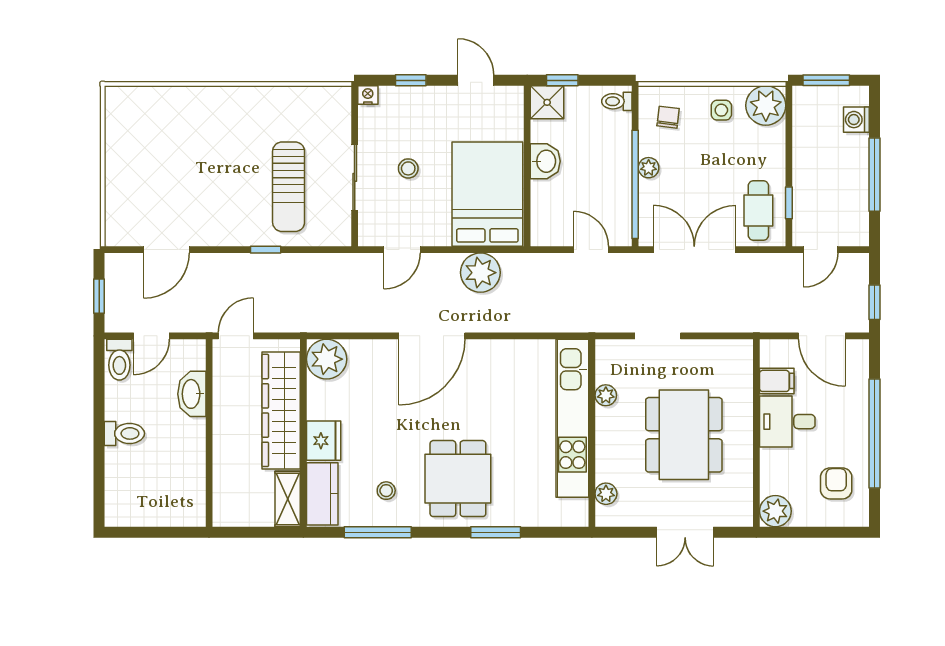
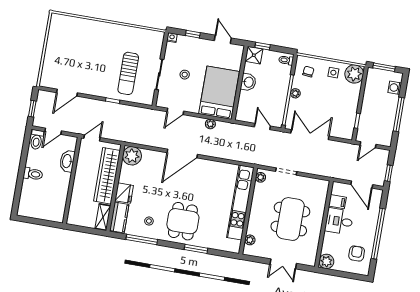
cafe table: (758, 210) -> (342, 122), removed
plant: (480, 273) -> (210, 124), width x0.53, depth x0.53
plant: (606, 395) -> (261, 177), moved

